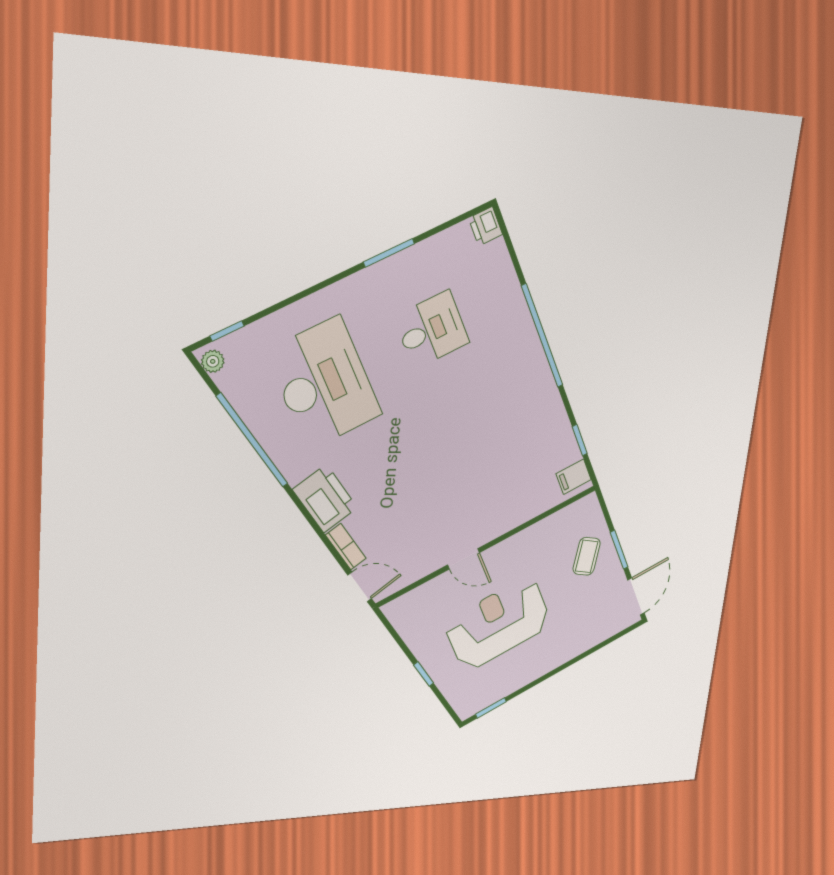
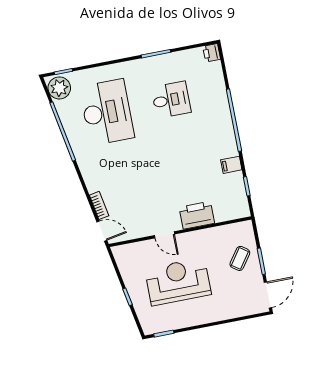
plant: (213, 361) -> (59, 88), width x1.88, depth x1.88
filing cabinet: (574, 477) -> (231, 165), moved
printer: (325, 499) -> (197, 215), moved, turned -80

